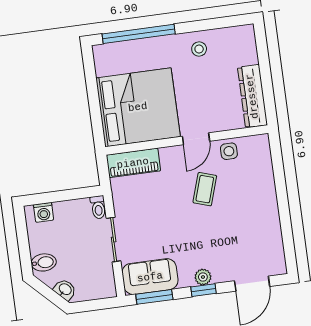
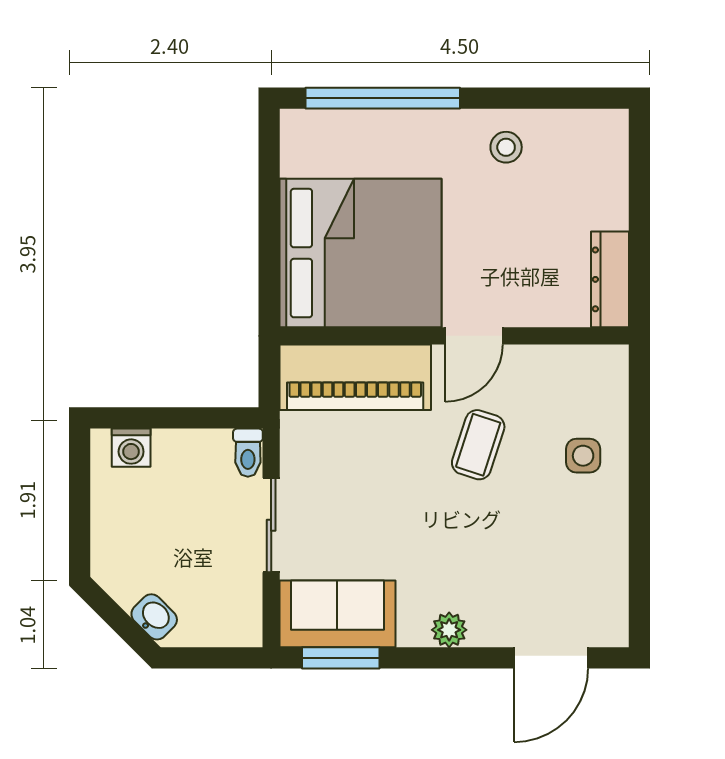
dresser: (252, 96) -> (610, 279), width x0.73, depth x0.80
side table: (229, 151) -> (583, 456), moved
piano: (133, 163) -> (355, 377), width x1.37, depth x1.33
bidet: (44, 262) -> (117, 554), removed
window: (203, 290) -> (447, 658), removed

